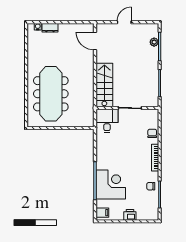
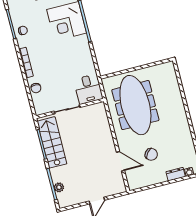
door: (95, 41) -> (120, 161), moved
chair: (67, 50) -> (151, 154), added
stairs: (104, 85) -> (52, 142), moved, turned 180
meeting table: (51, 94) -> (135, 105), moved

